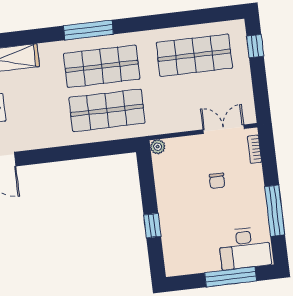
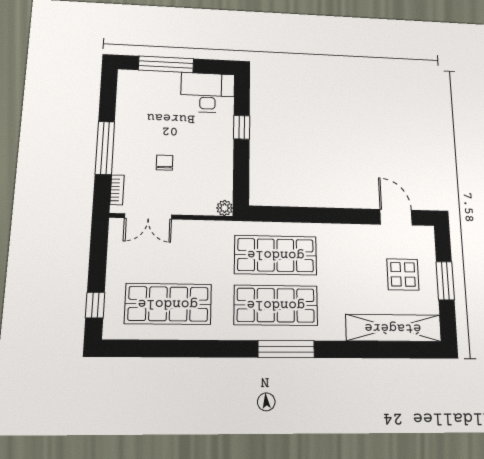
window: (275, 211) -> (105, 148), moved
desk: (245, 248) -> (208, 93), moved

